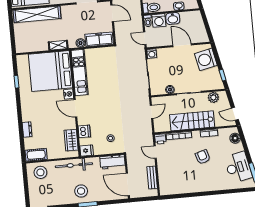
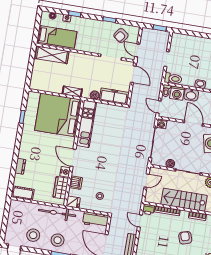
shelving: (37, 14) -> (52, 55), width x0.68
nightstand: (69, 94) -> (65, 172), moved
stool: (40, 172) -> (33, 235), moved

